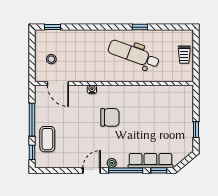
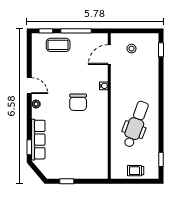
window: (140, 27) -> (161, 159), moved
window: (126, 170) -> (29, 117), removed

